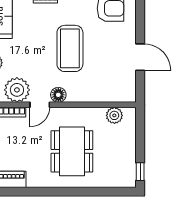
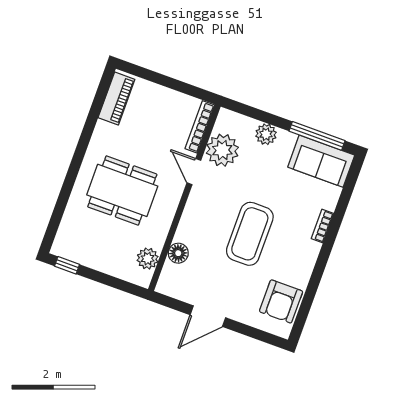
coffee table: (70, 48) -> (250, 234), turned 90
floor lamp: (58, 95) -> (178, 253), moved

